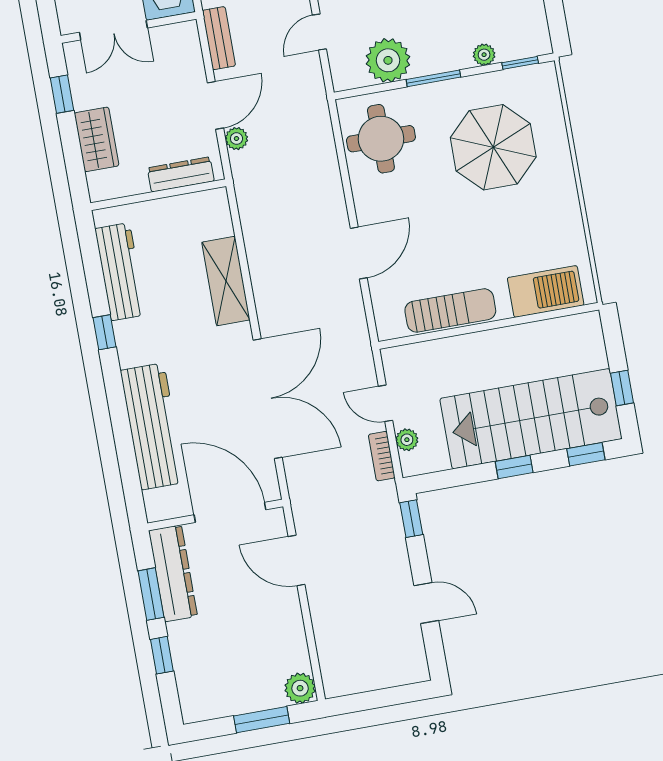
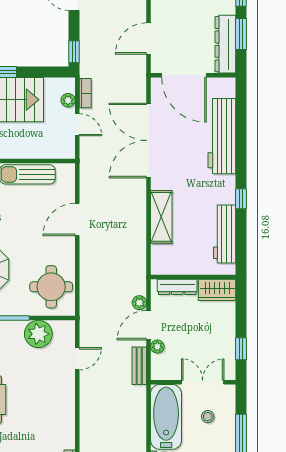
plant: (195, 74) -> (157, 347), added
wardrobe: (97, 139) -> (217, 290), moved, turned -90
door: (297, 561) -> (149, 39), swing flipped

